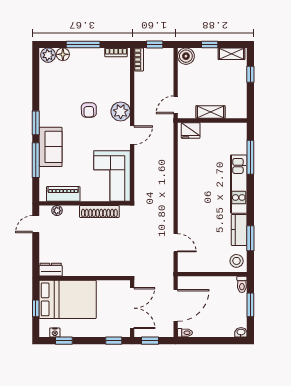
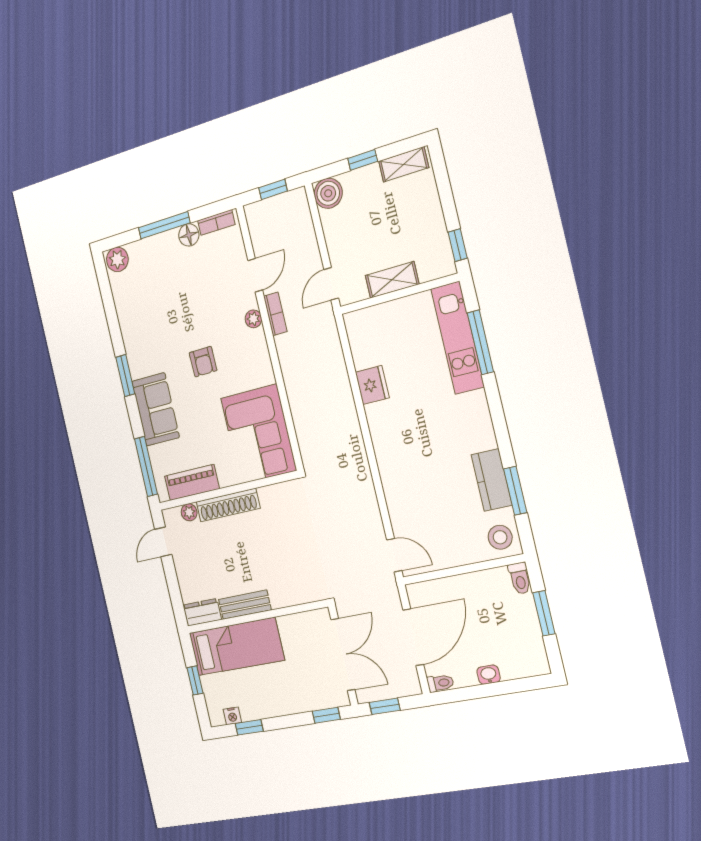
floor lamp: (63, 54) -> (189, 235), moved
bookcase: (139, 59) -> (275, 314), moved
window: (250, 74) -> (458, 245), moved
armchair: (89, 110) -> (203, 362), moved
plant: (121, 111) -> (253, 319), width x0.53, depth x0.53
fridge: (191, 131) -> (372, 385), moved, turned -90
door: (132, 135) -> (255, 275), moved
window: (36, 160) -> (146, 466), moved
kitchen unit: (239, 184) -> (458, 338), moved
shoe rack: (99, 212) -> (228, 505), moved
door: (176, 243) -> (394, 555), moved
bench: (79, 270) -> (245, 605), added
bed: (68, 299) -> (236, 647), width x0.67
washbasin: (241, 332) -> (489, 675), moved

